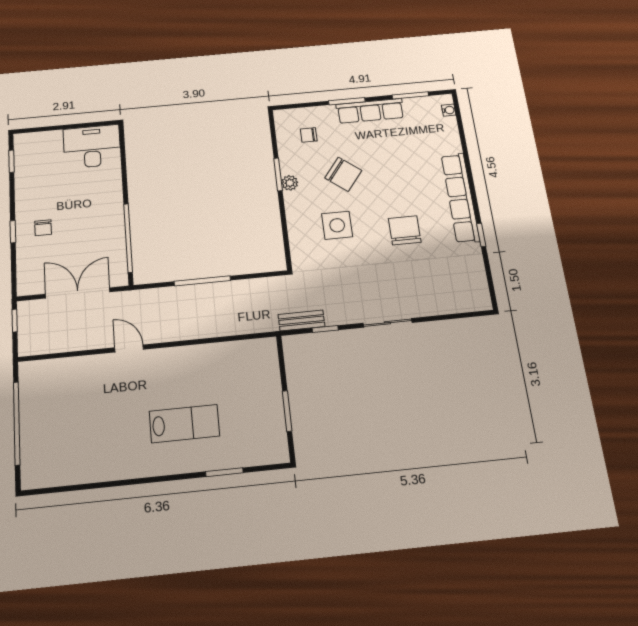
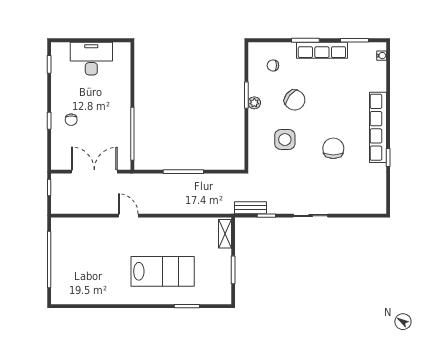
desk: (92, 147) -> (91, 59), moved
shelving: (269, 360) -> (225, 234), added
lab bench: (184, 424) -> (163, 271), width x1.36, depth x1.39

